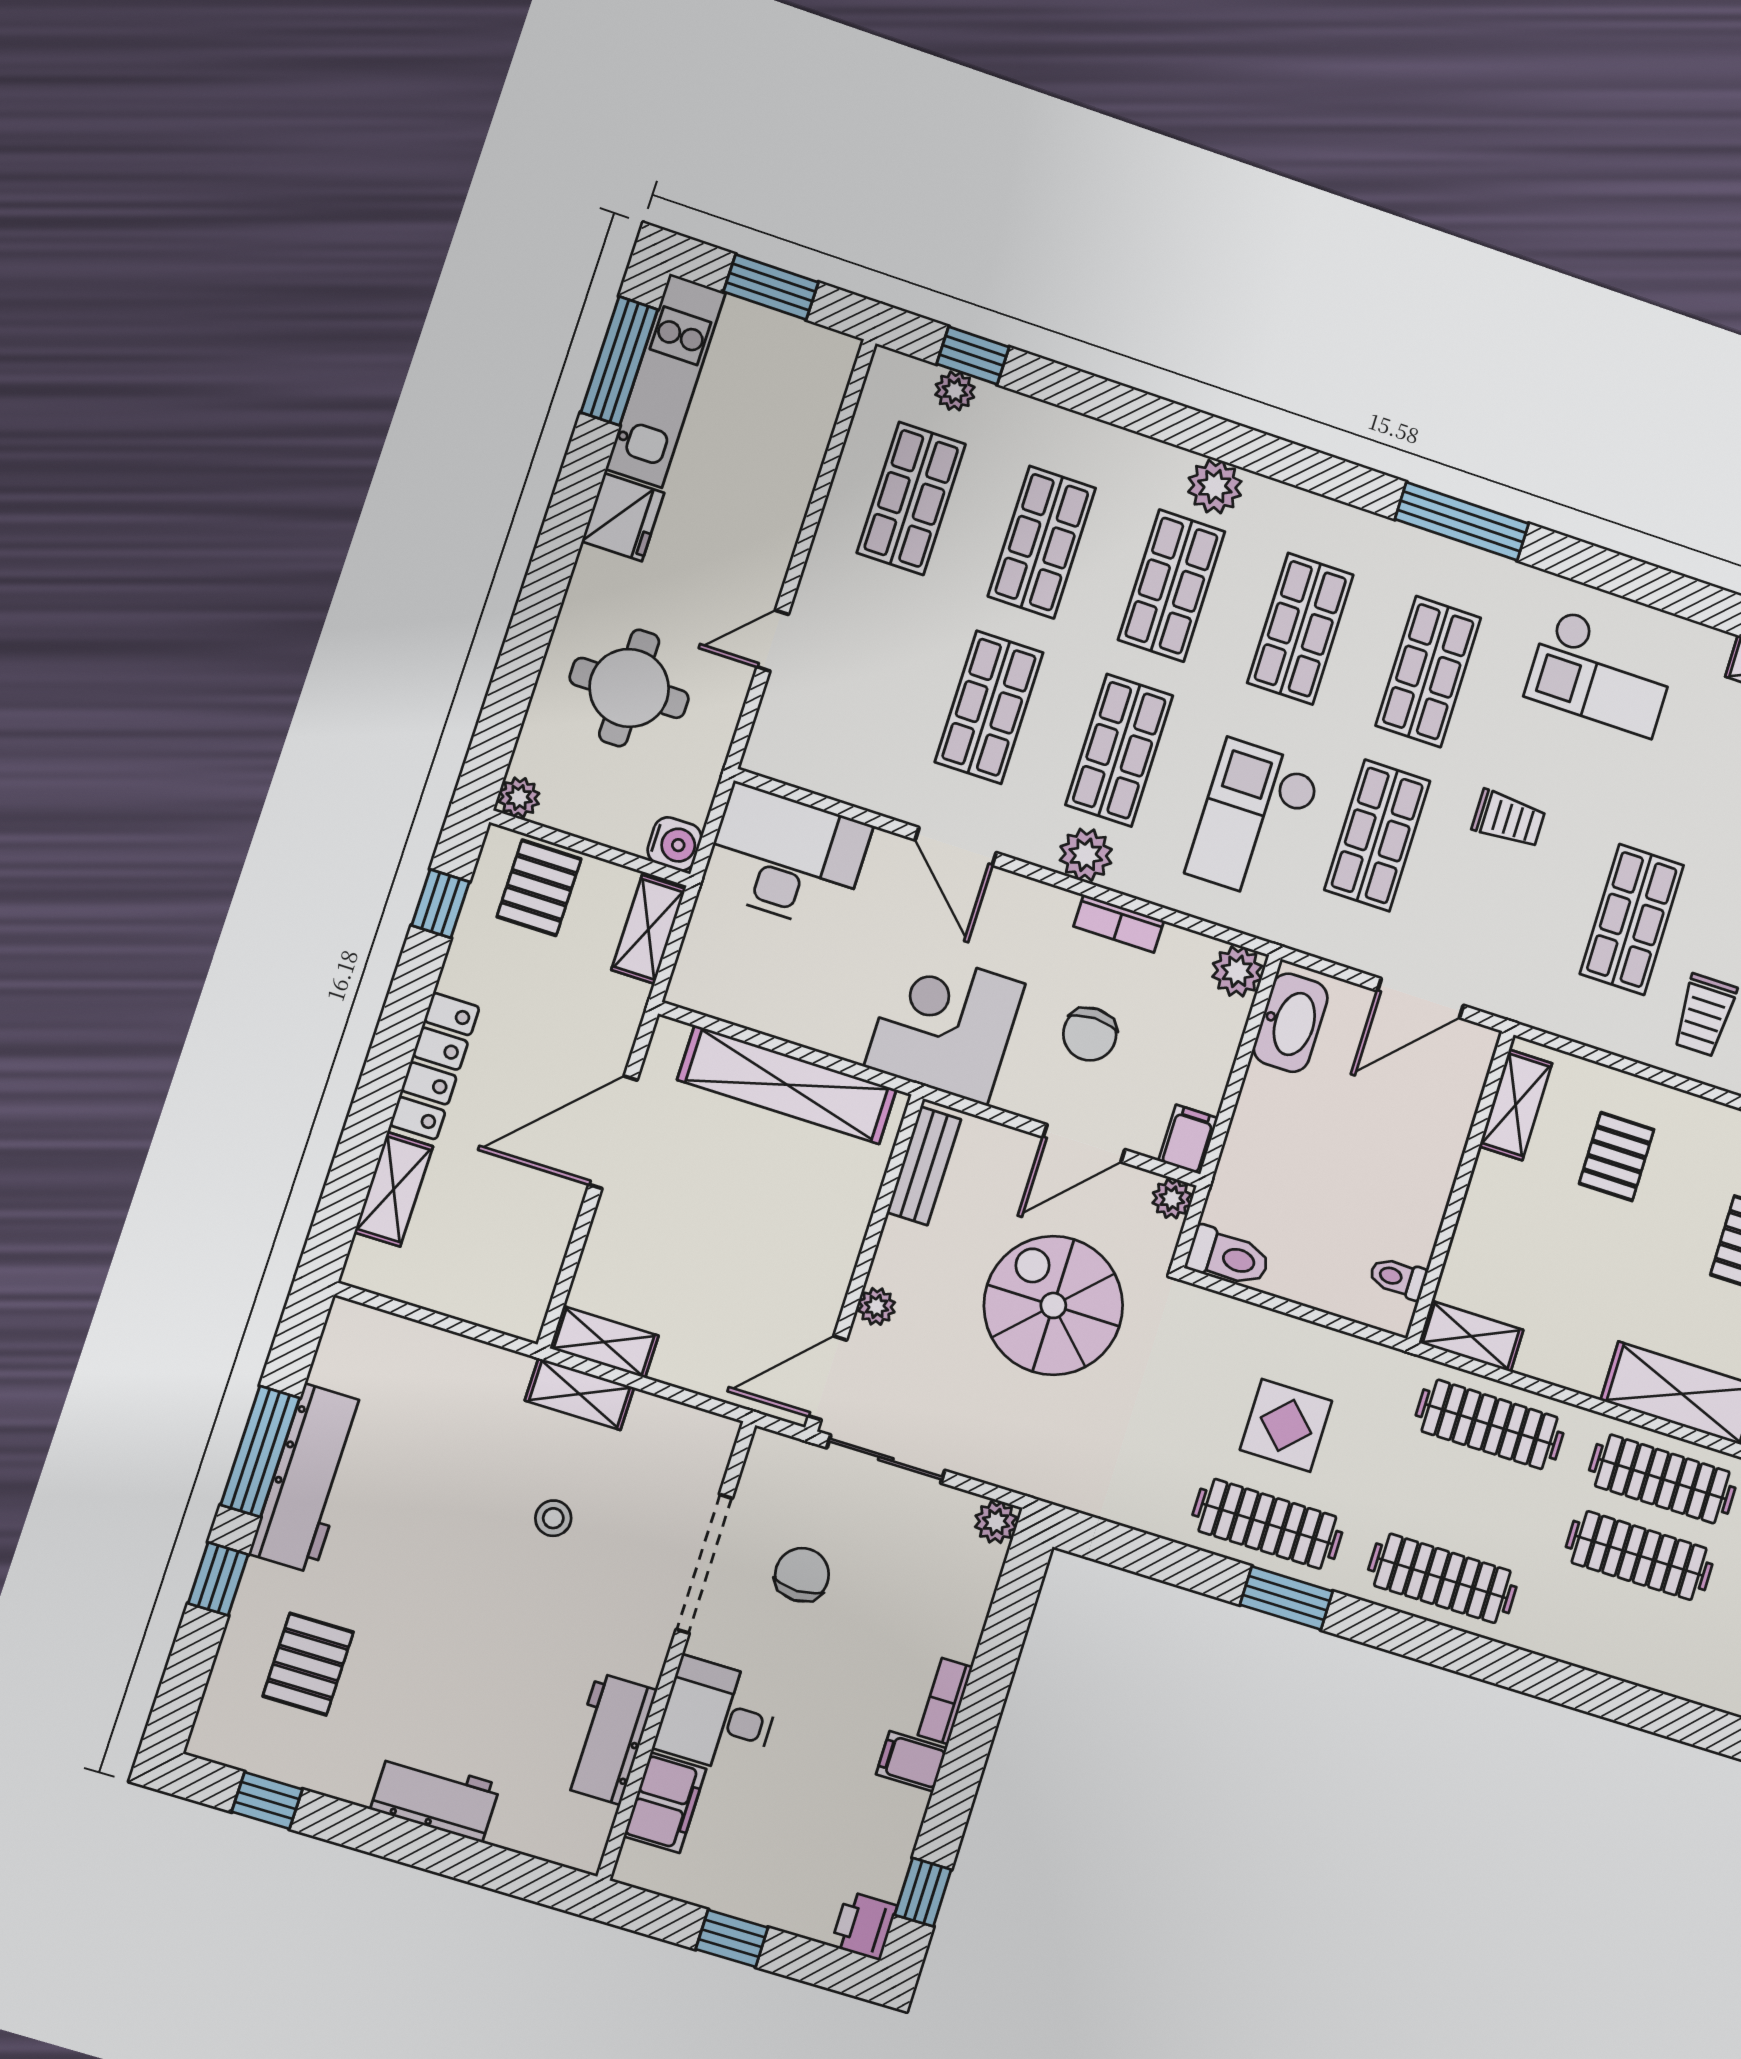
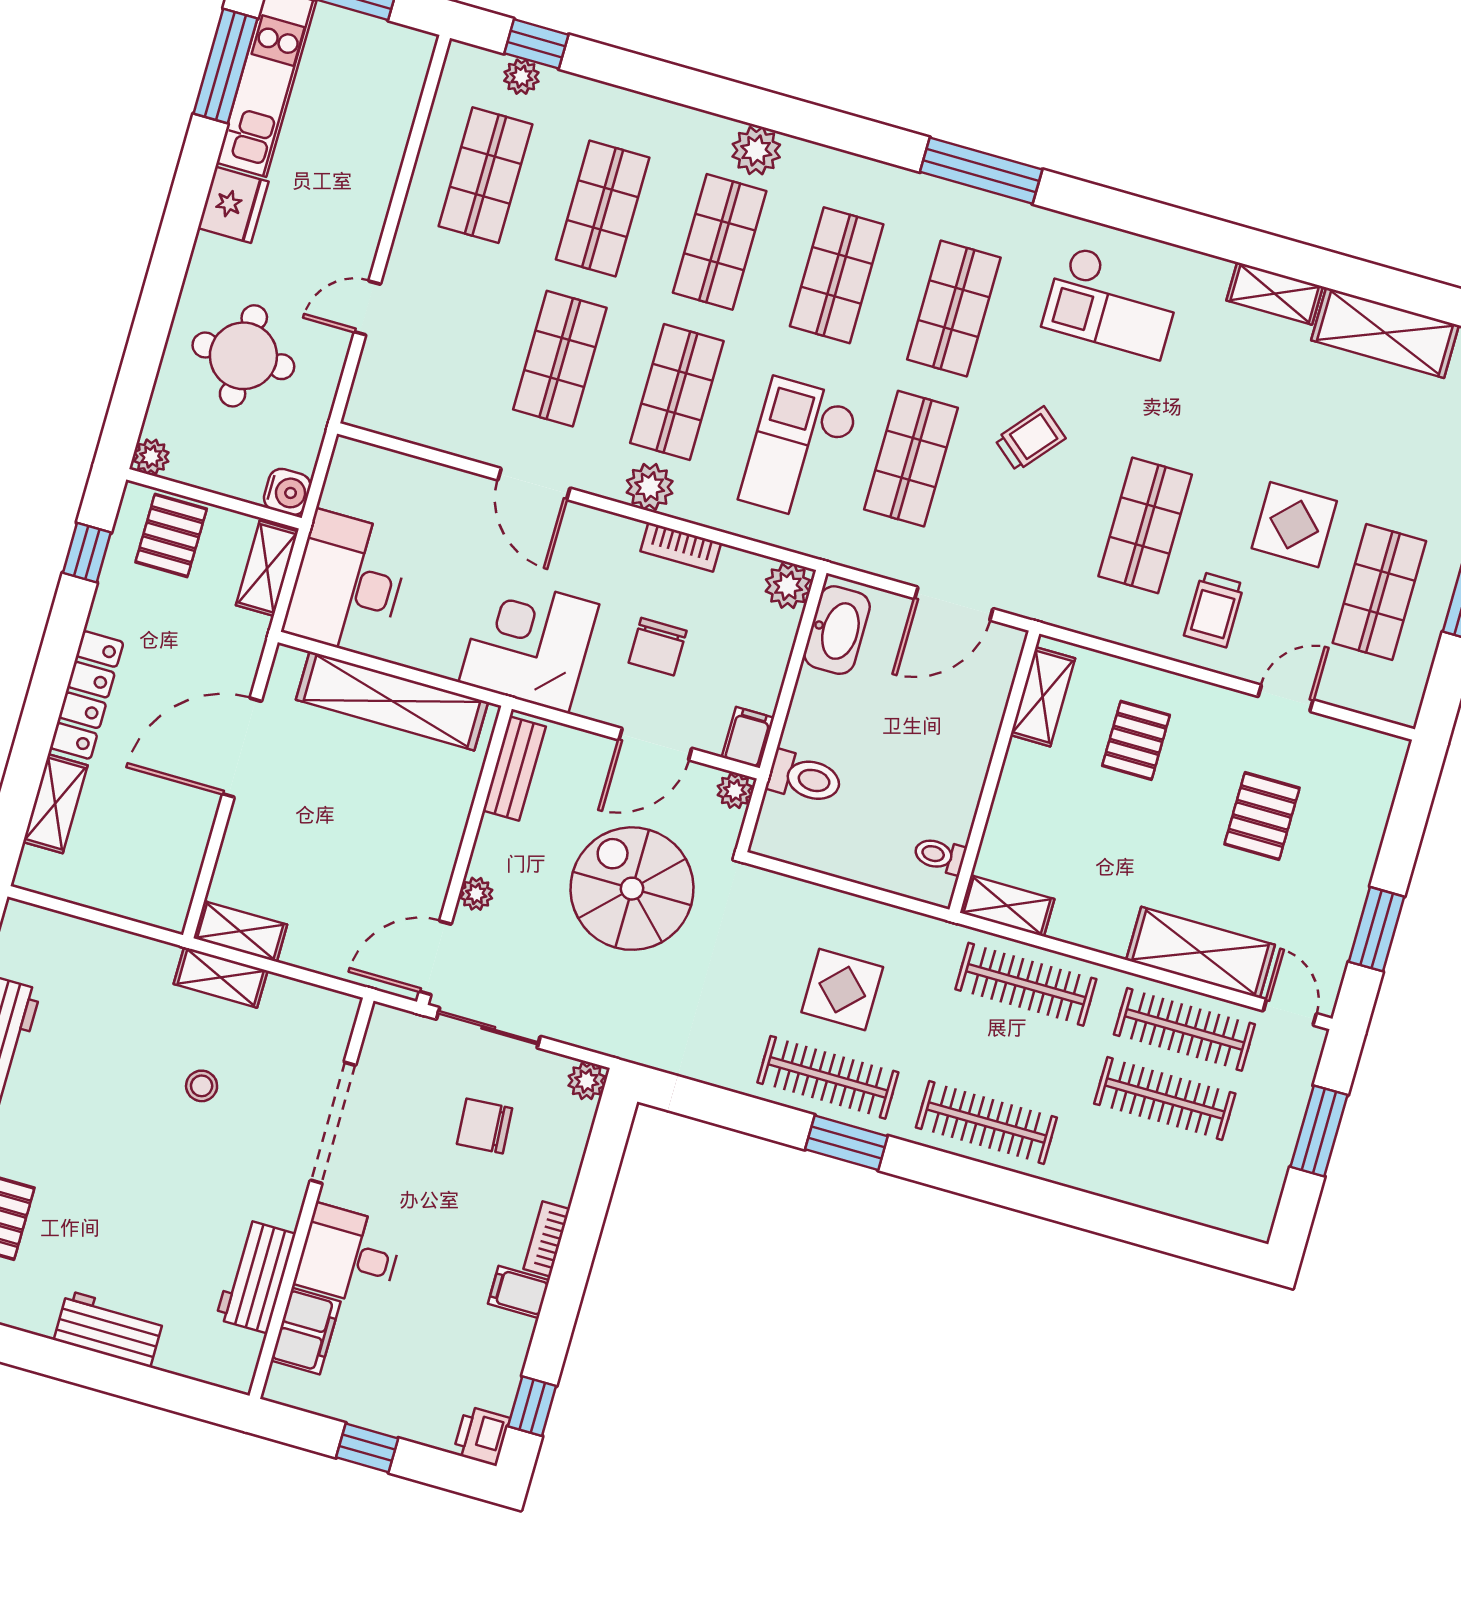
trolley: (1509, 819) -> (1030, 439), turned -50
desk: (786, 857) -> (347, 584), moved, turned -90
toilet: (1228, 1257) -> (805, 778), moved
chair: (802, 1575) -> (485, 1126), moved, turned -94

